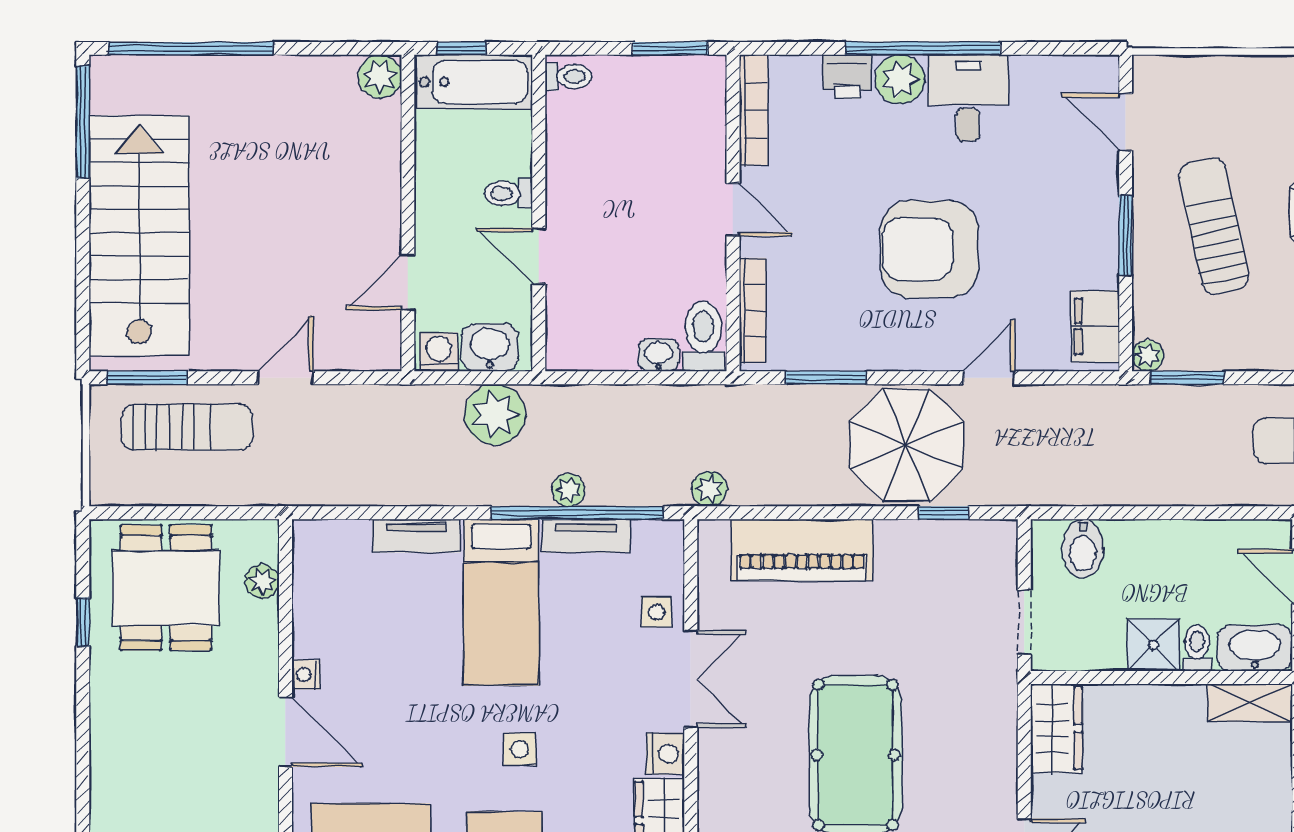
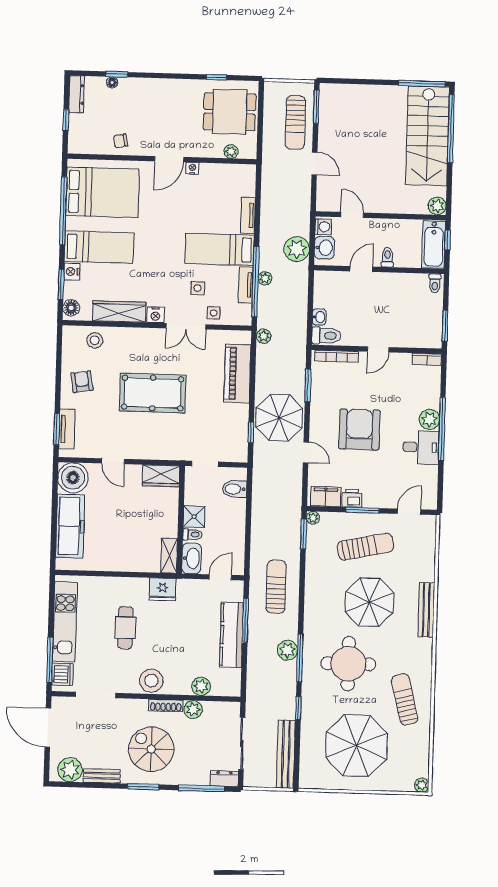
printer: (847, 77) -> (352, 498), moved, turned 90
bookcase: (754, 110) -> (427, 359), width x0.64
stairs: (139, 236) -> (427, 136), moved, turned 90
side table: (520, 749) -> (198, 288), moved

